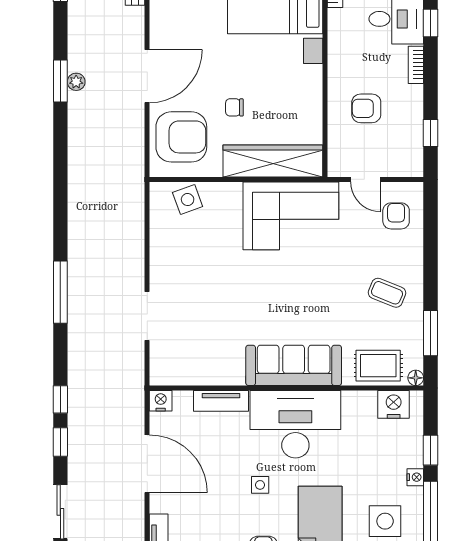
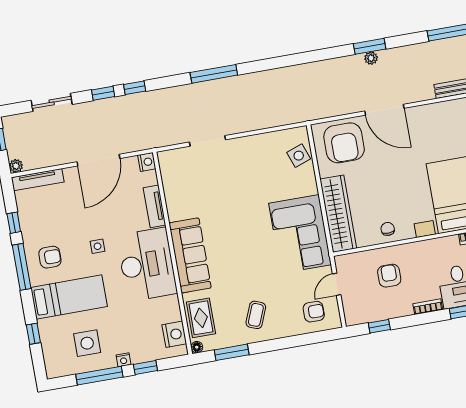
chair: (234, 107) -> (388, 229), moved

